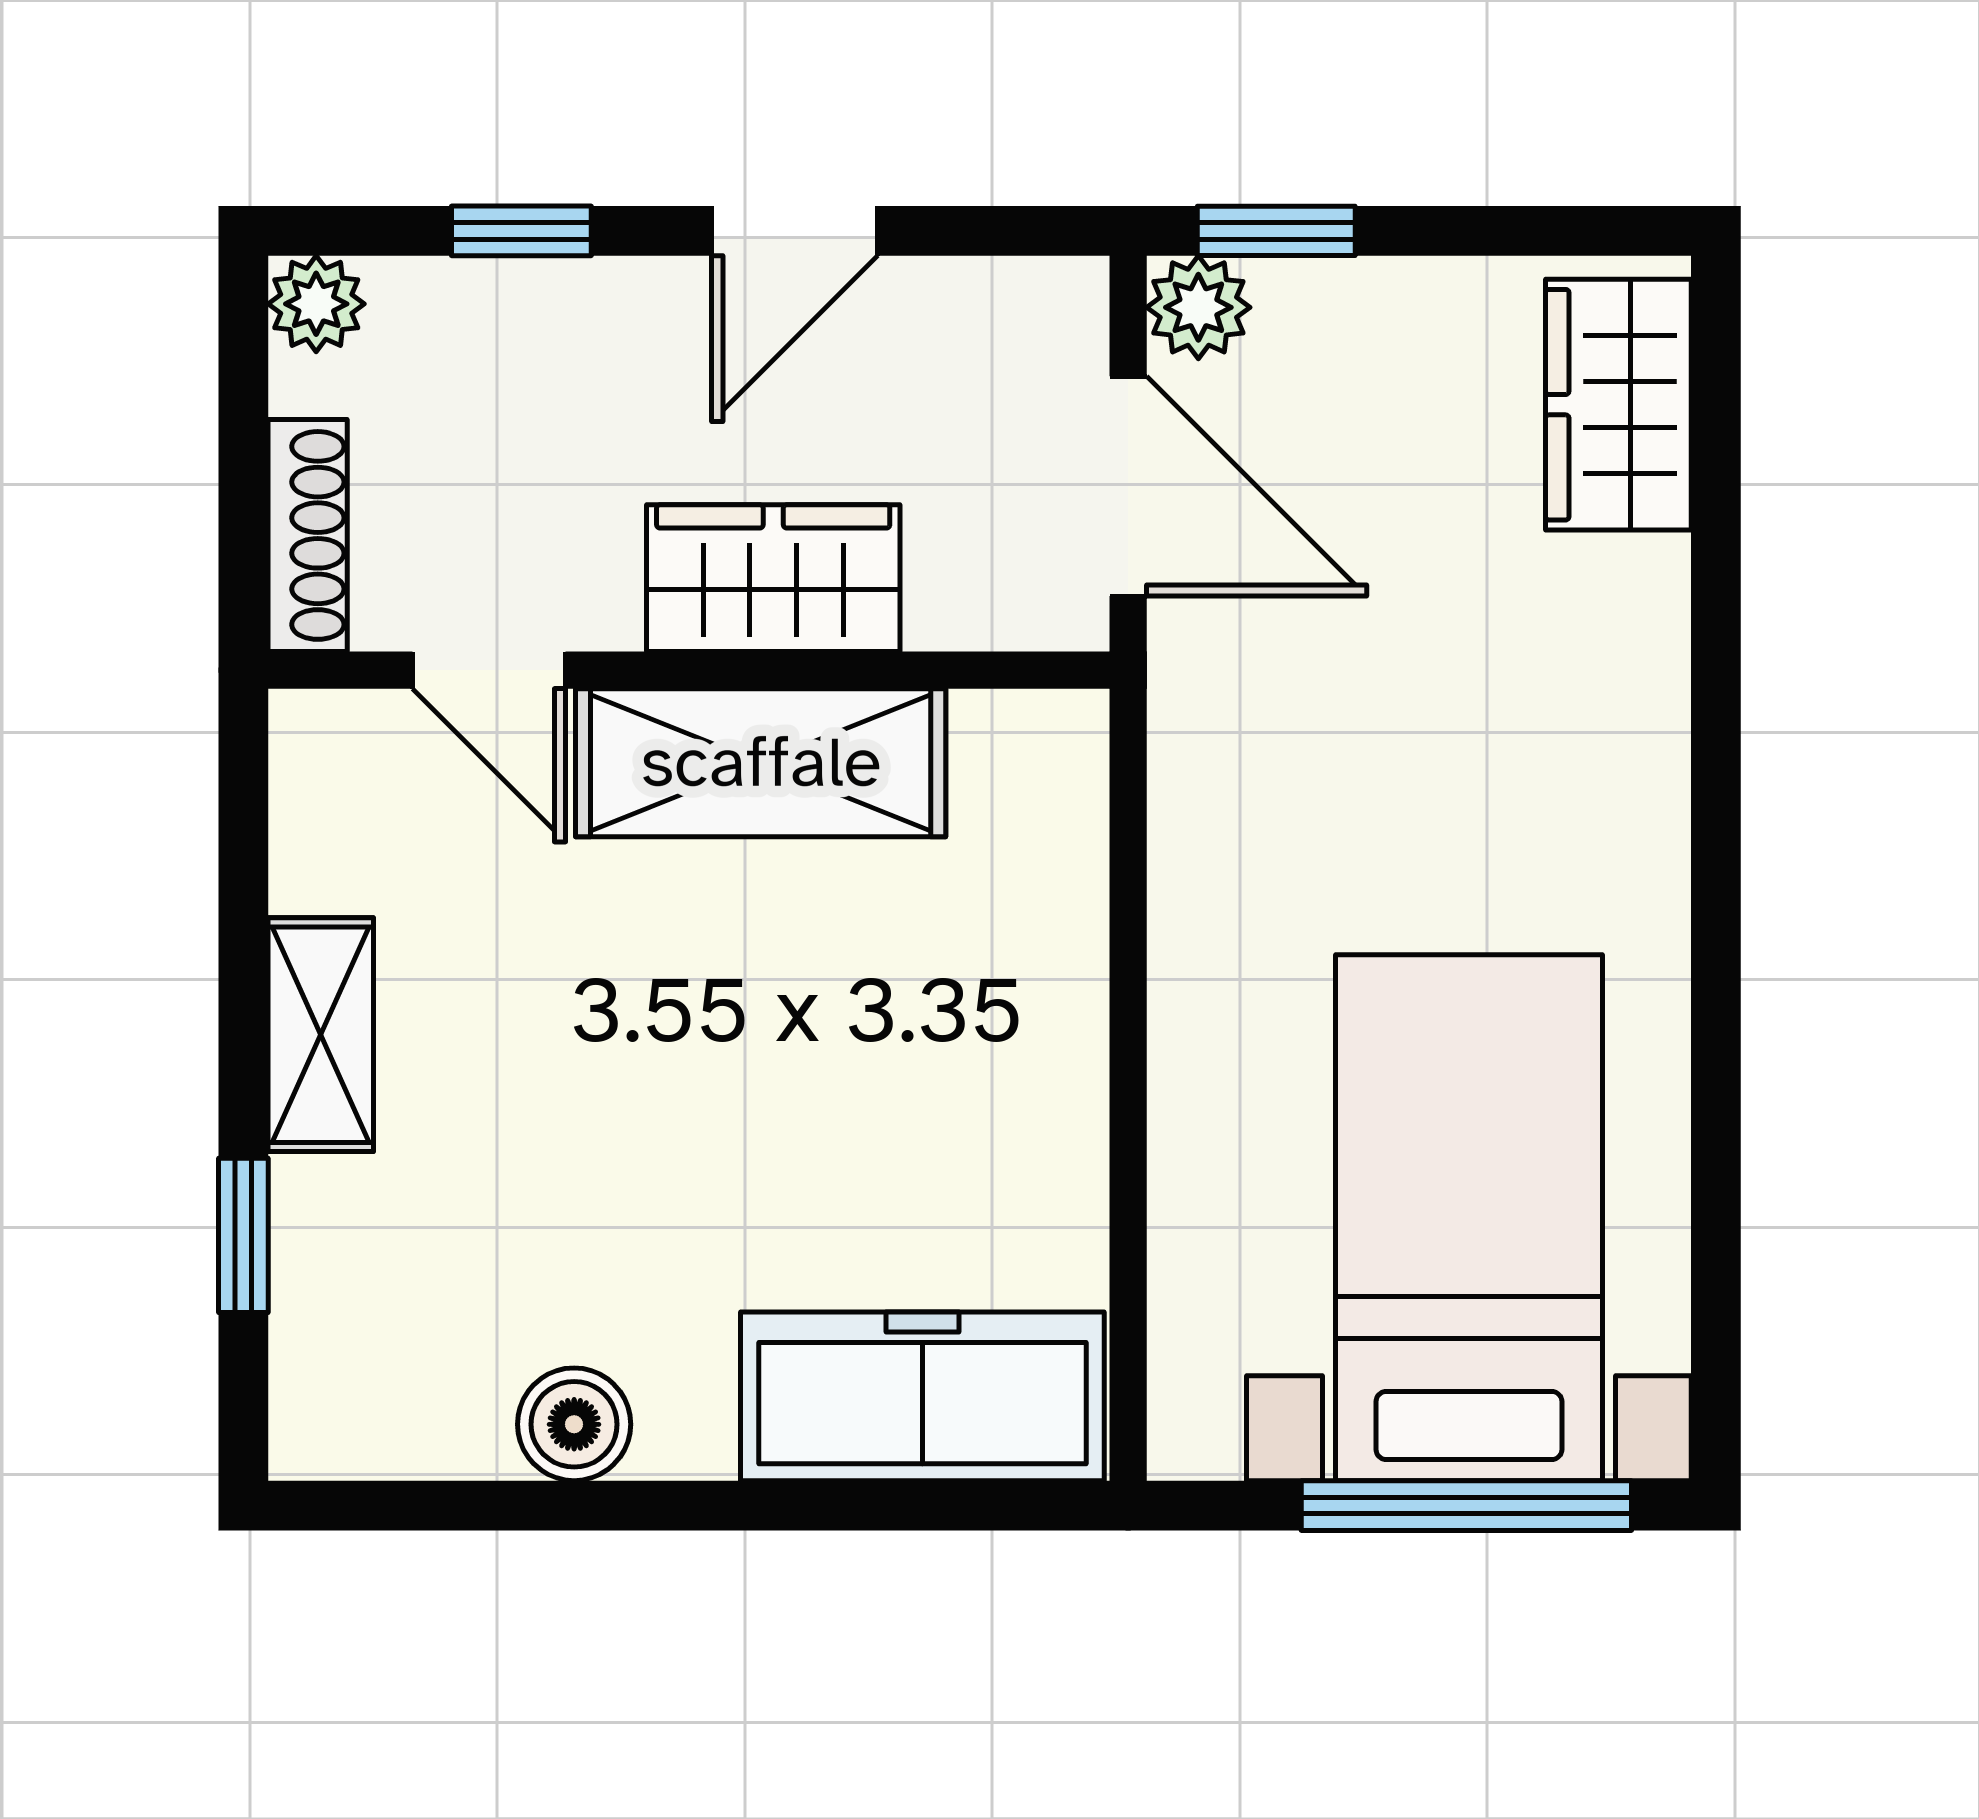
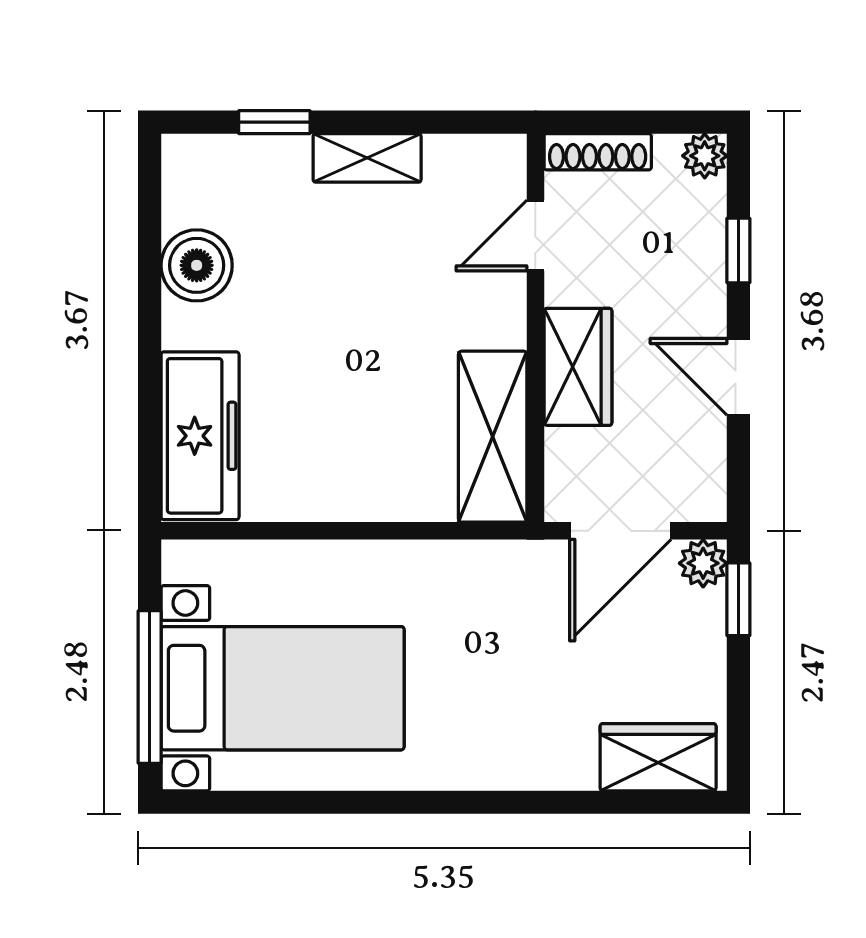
shelving: (761, 763) -> (493, 437), moved
boiler: (574, 1424) -> (197, 265), width x1.36, depth x1.36

